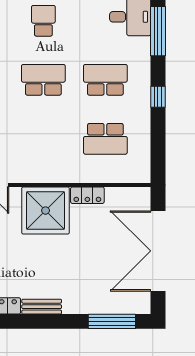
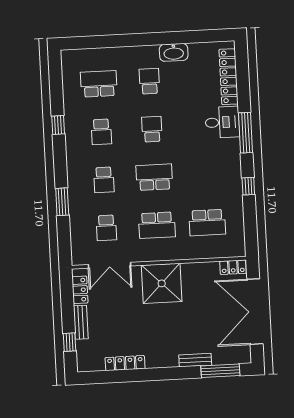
school desk: (105, 80) -> (157, 225), moved, turned 180
locker: (87, 195) -> (233, 267), moved
bench: (42, 307) -> (195, 360), moved

